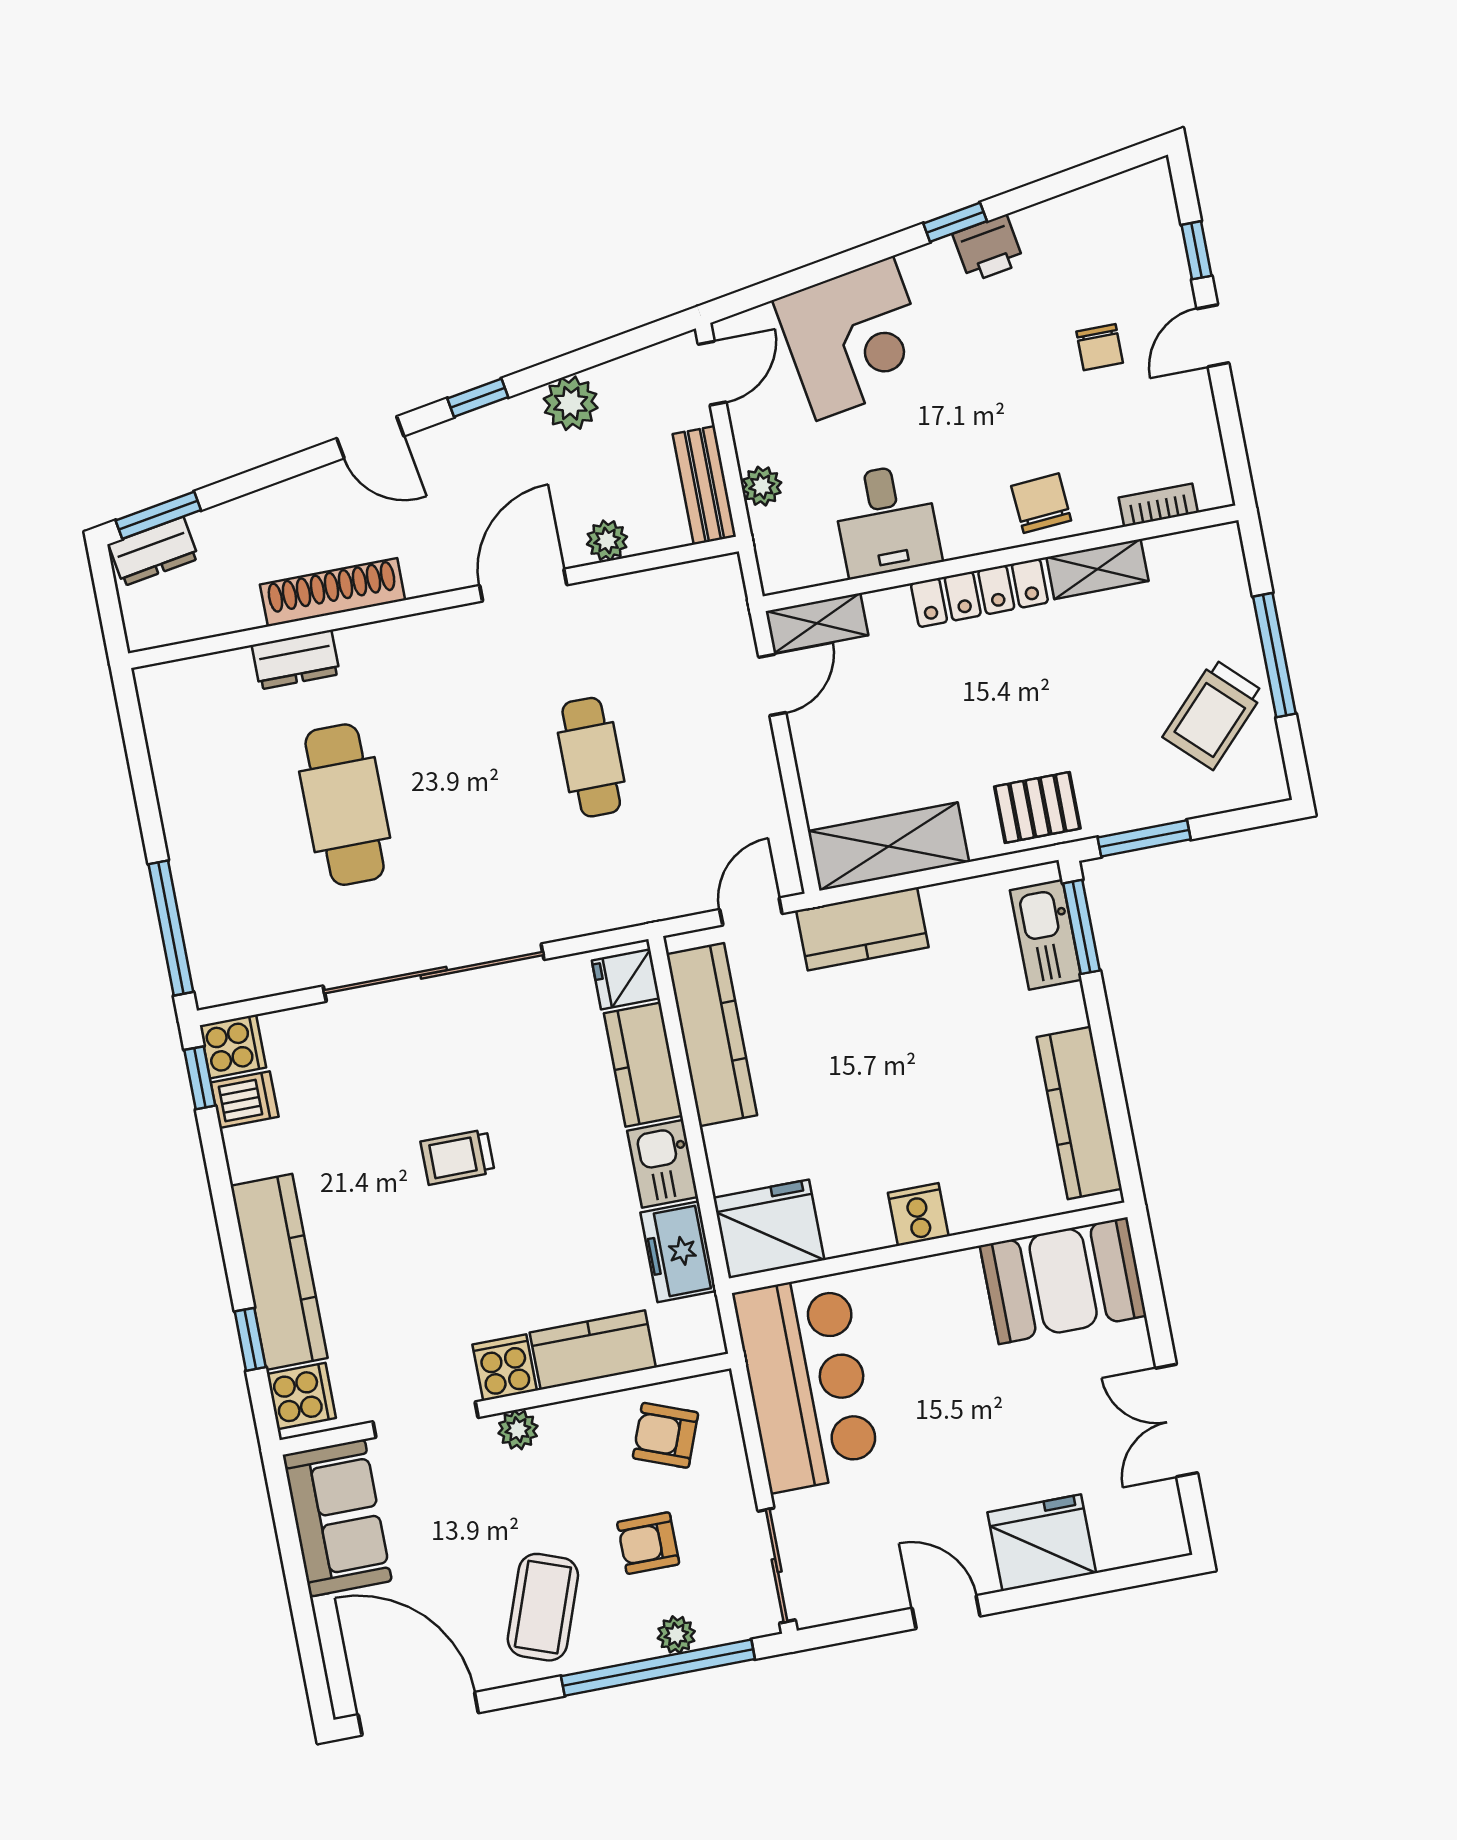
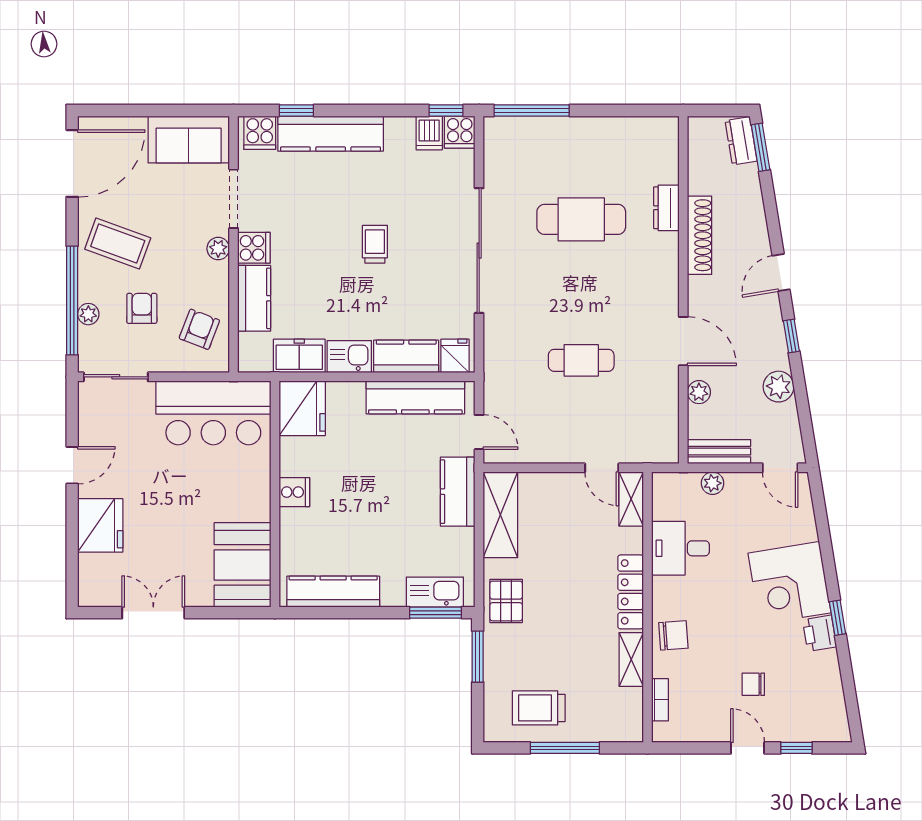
corner desk: (855, 338) -> (790, 583), moved
trolley: (1213, 714) -> (539, 708), turned -44

